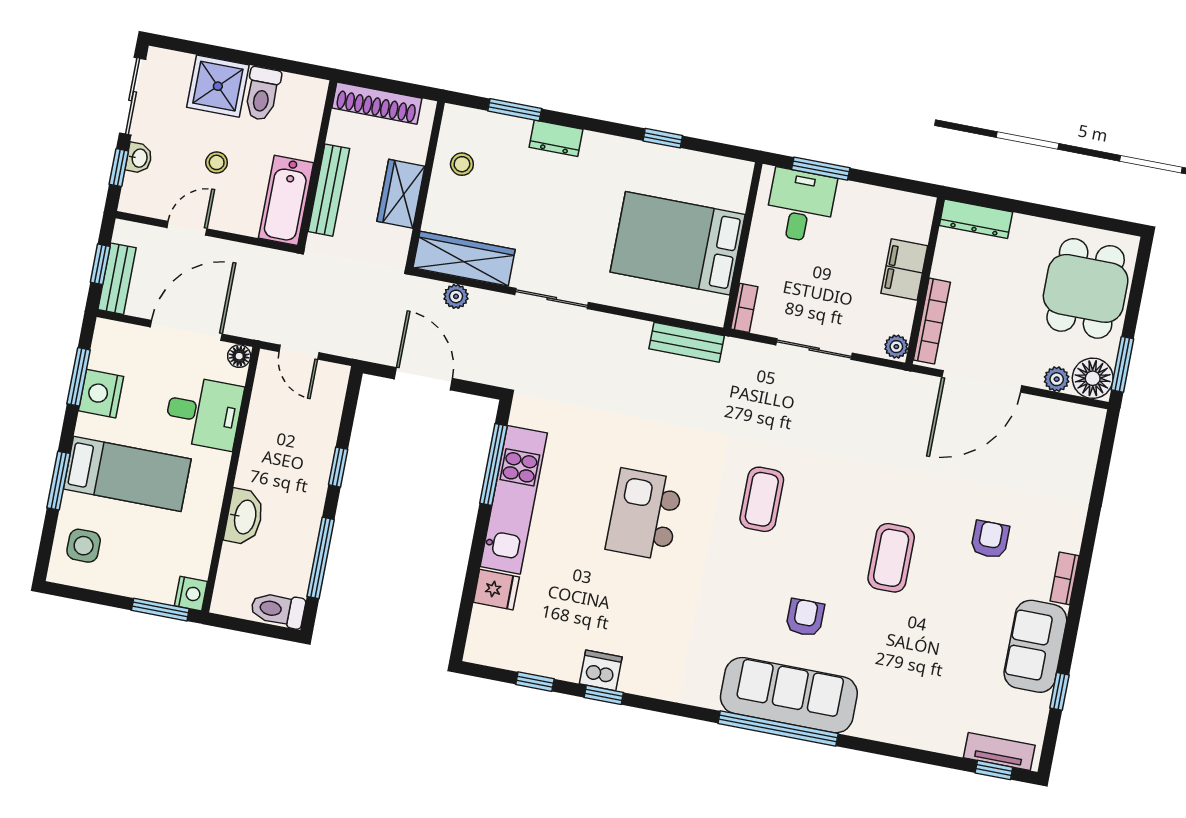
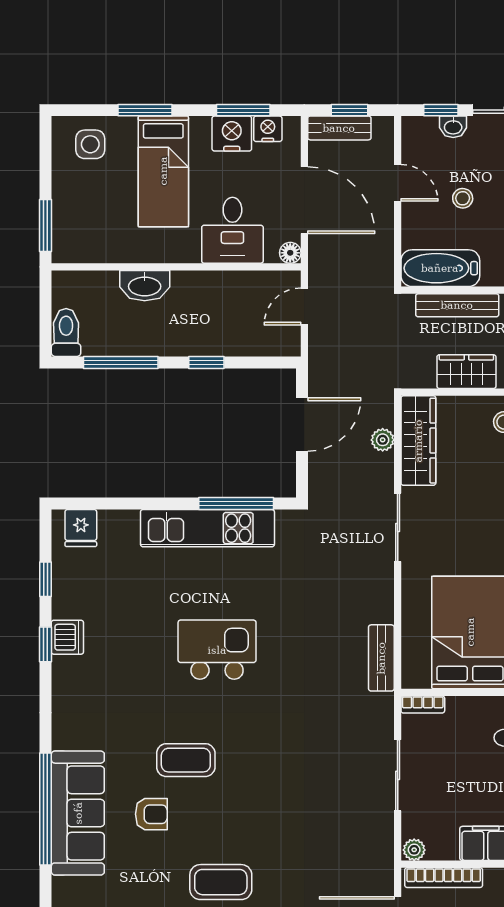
coffee table: (762, 499) -> (186, 760), moved
fridge: (496, 590) -> (81, 528), moved
nightstand: (191, 594) -> (268, 129), moved, turned 180

